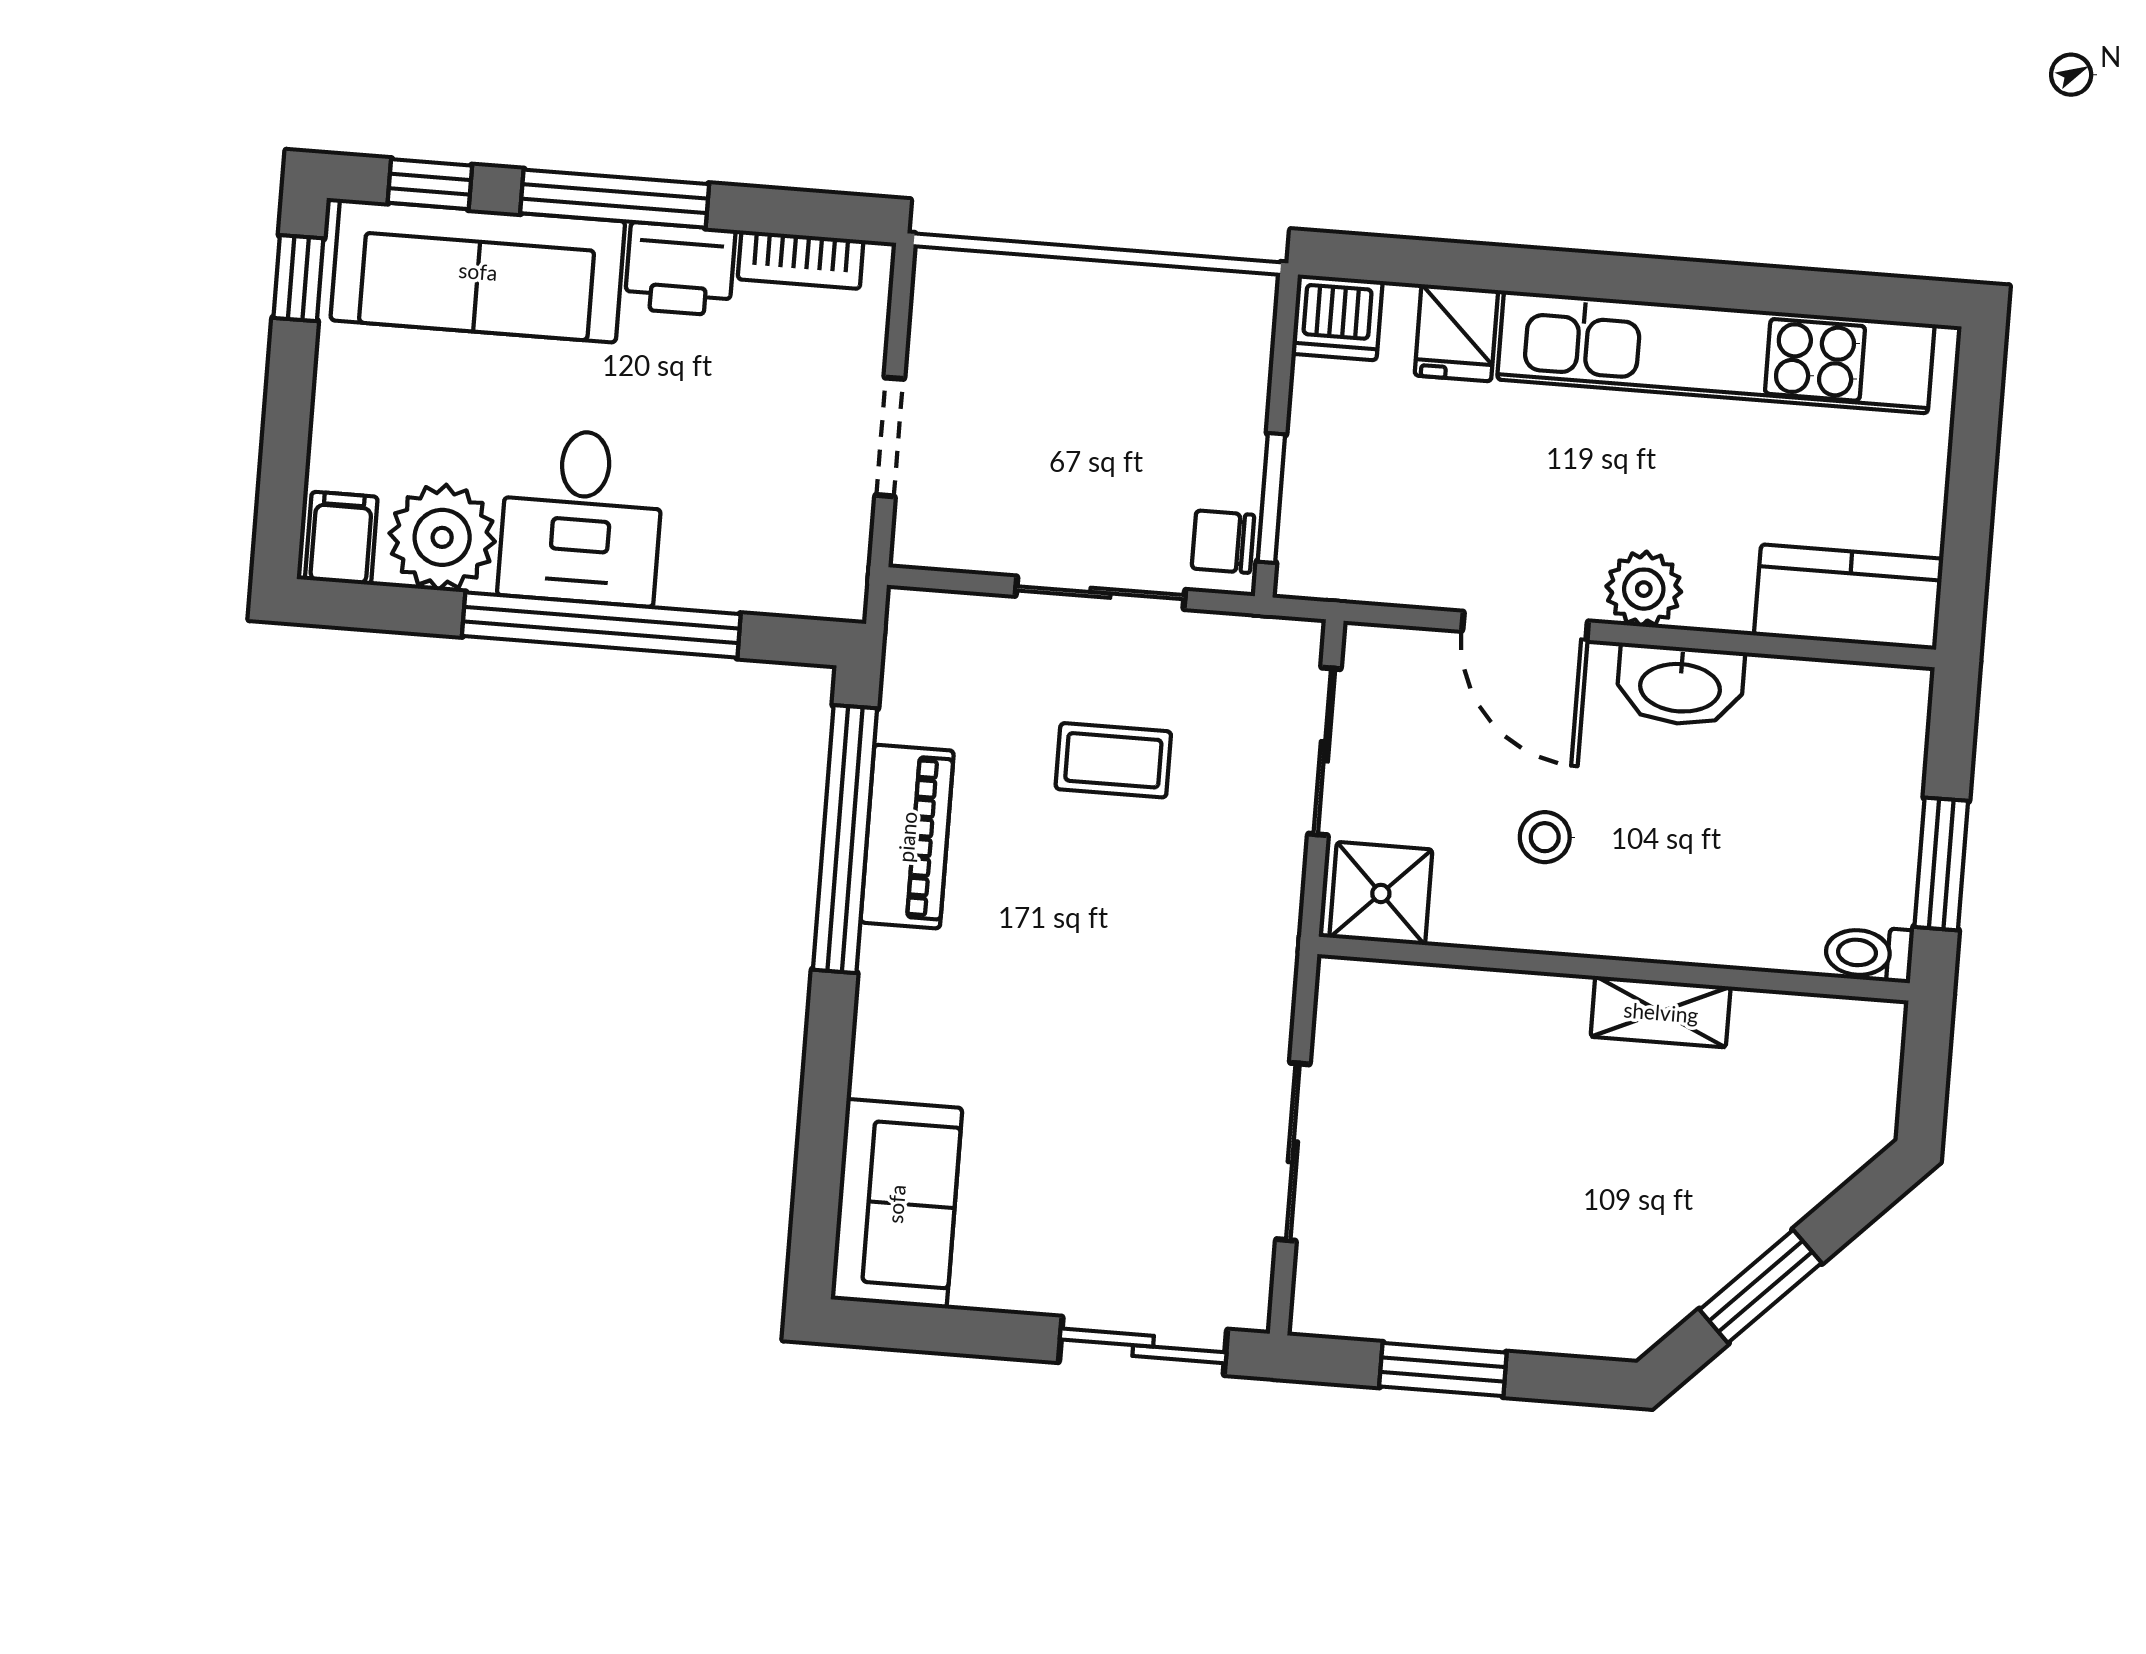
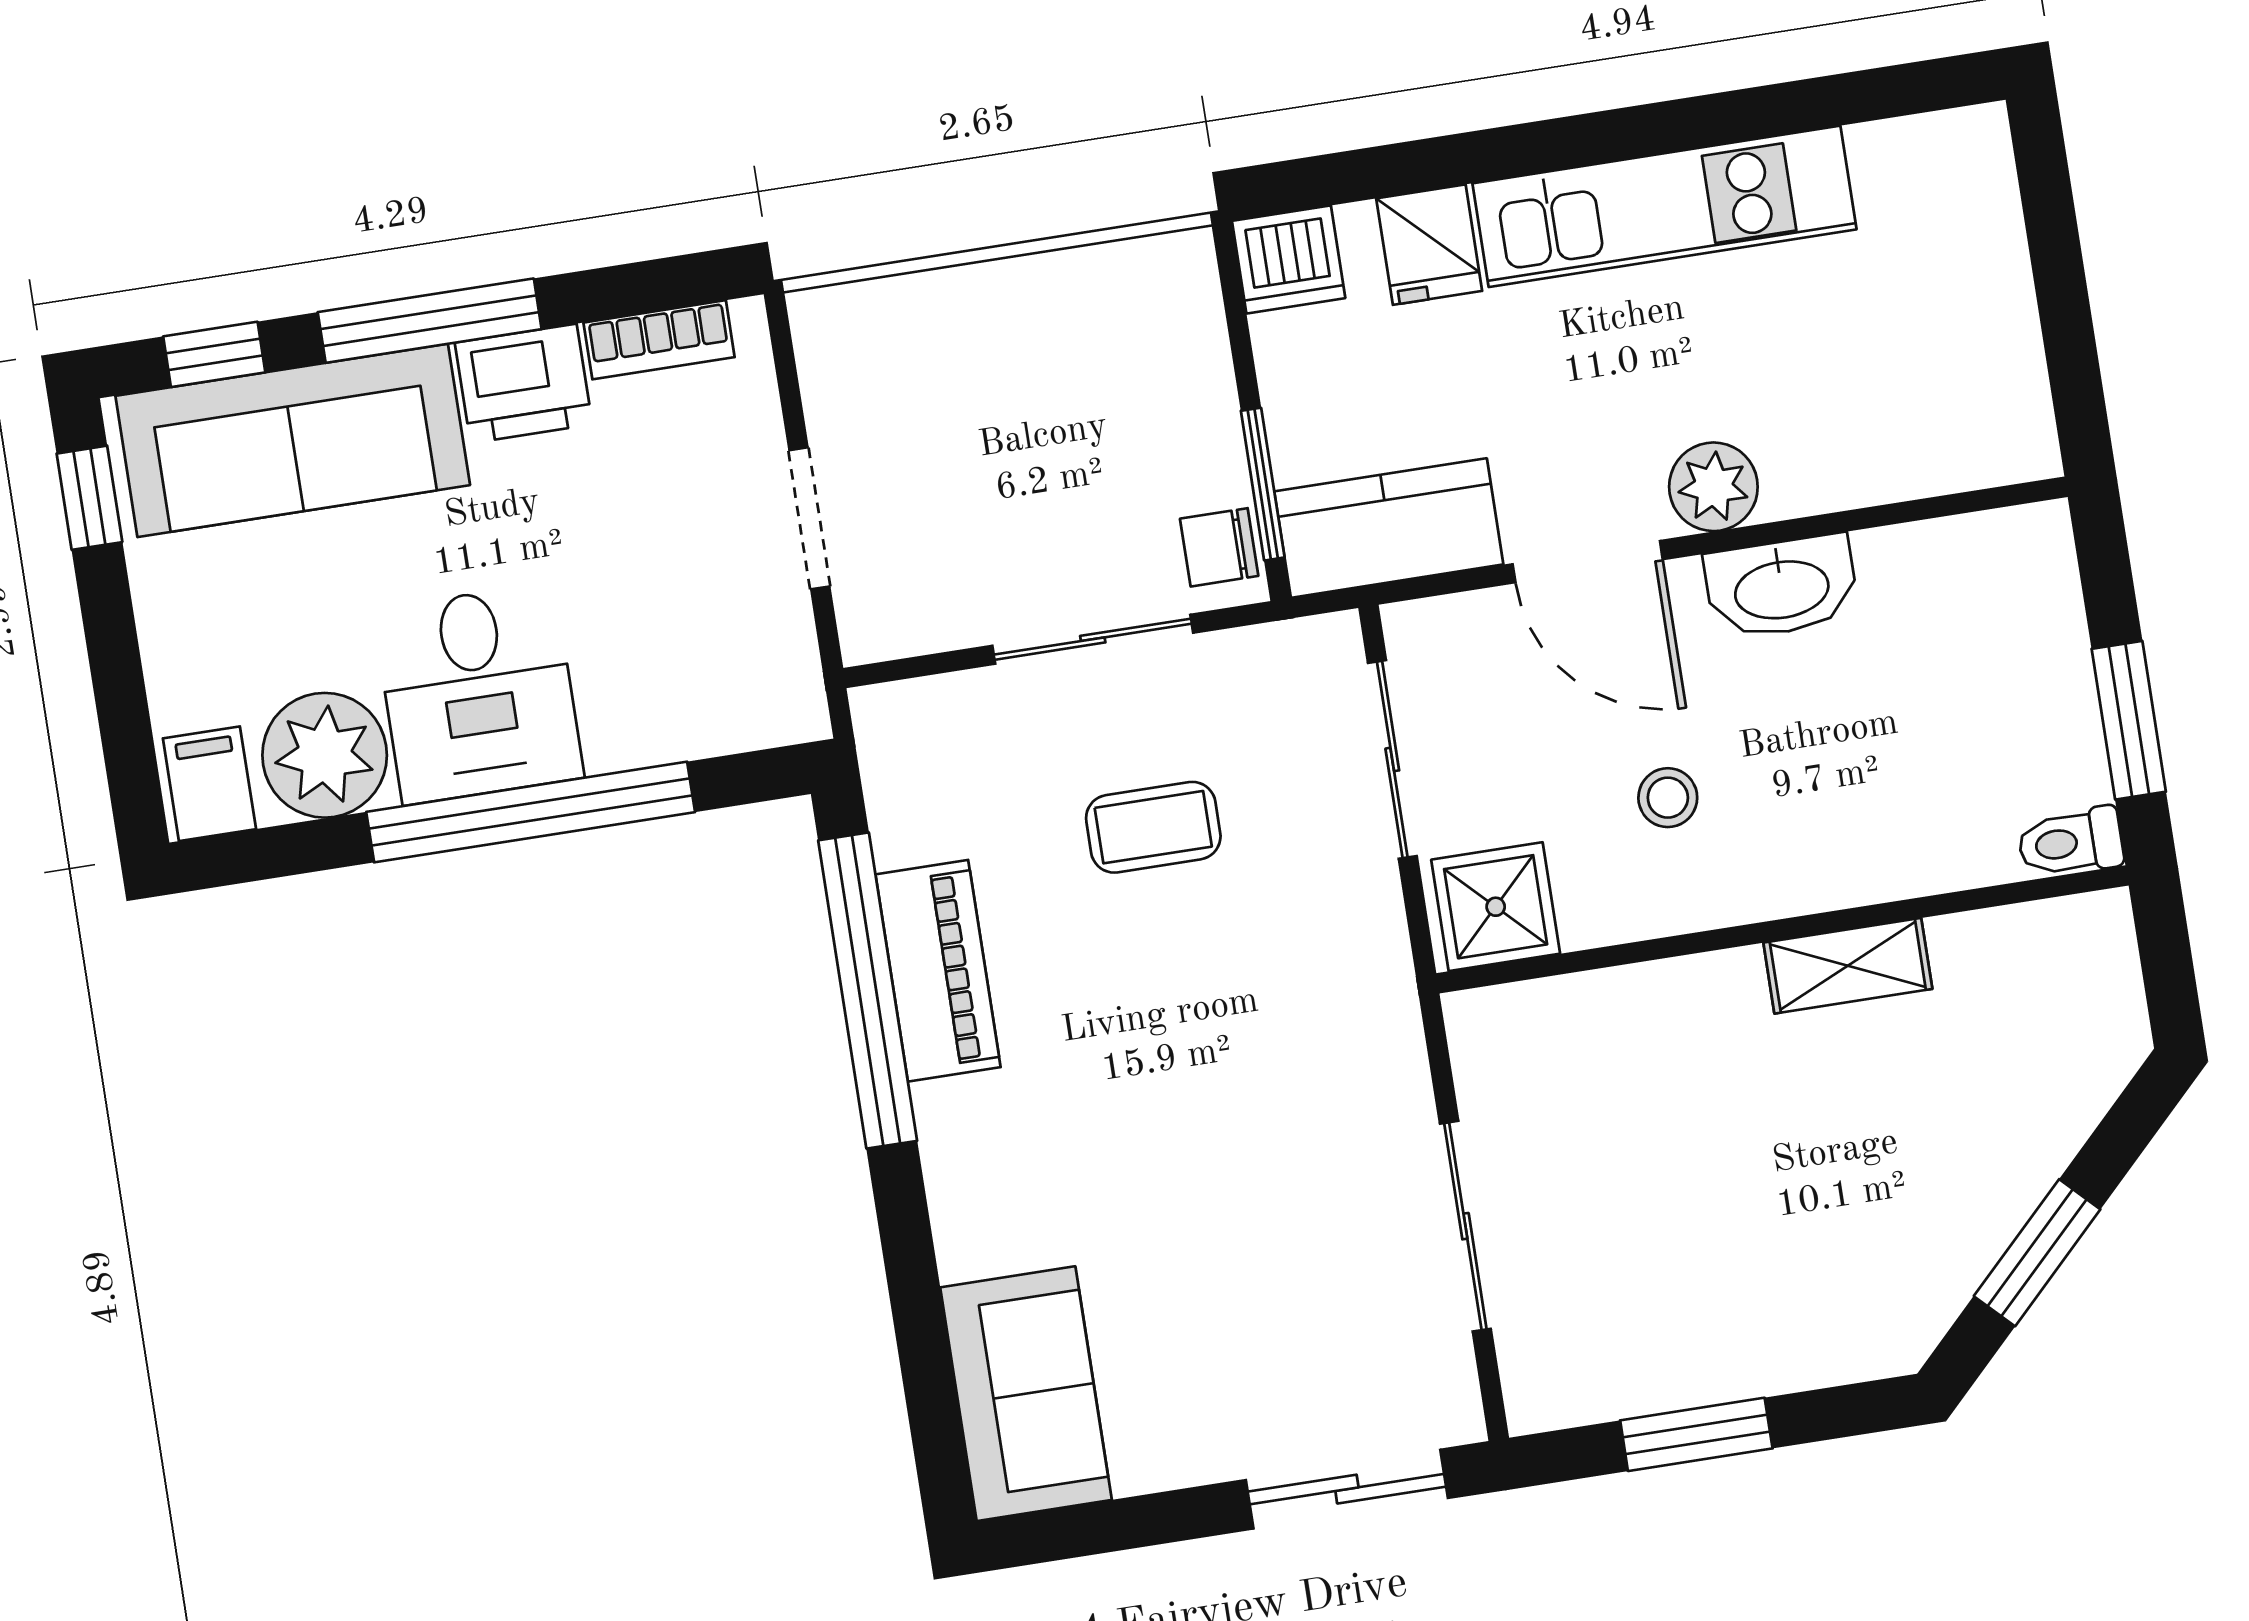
kitchen unit: (1716, 352) -> (1664, 206), width x0.73
kitchen counter: (1849, 597) -> (1389, 528), moved

